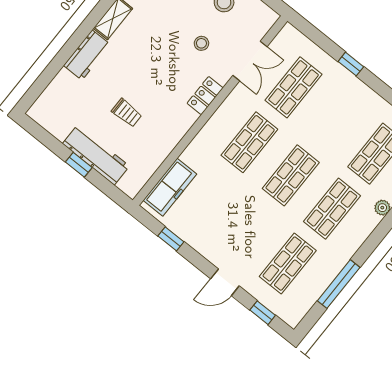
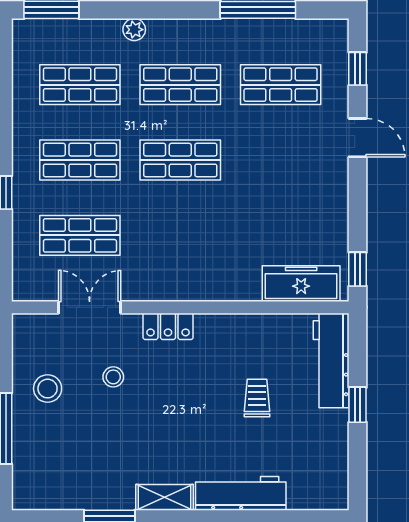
workbench: (87, 55) -> (241, 493), width x1.38
shop shelf: (249, 142) -> (80, 160), moved
workbench: (96, 155) -> (331, 360), moved
window: (171, 239) -> (358, 269), moved

